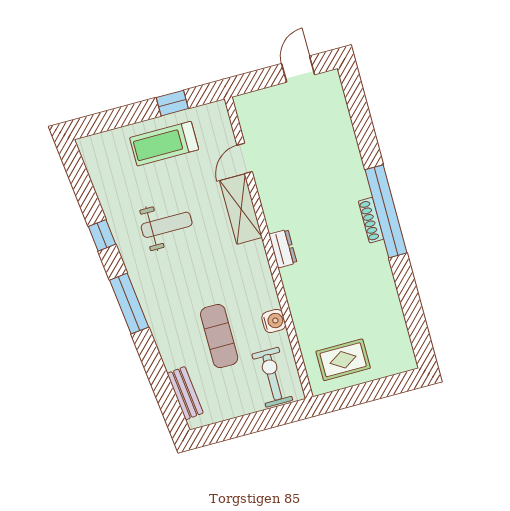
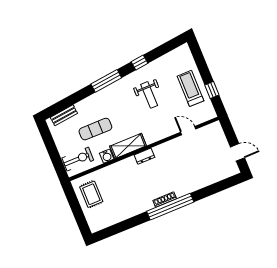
shelving: (241, 209) -> (128, 146), moved

